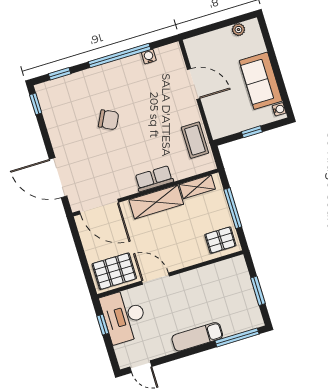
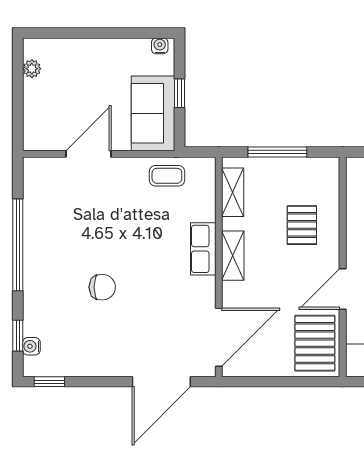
water cooler: (149, 57) -> (31, 346), moved
sofa: (261, 81) -> (153, 113), moved, turned 90
chair: (109, 120) -> (102, 287), turned 63
coffee table: (195, 140) -> (167, 176), width x0.73, depth x0.77
shelving: (156, 202) -> (233, 256), width x0.67, depth x0.75
pallet: (220, 240) -> (302, 225), moved

